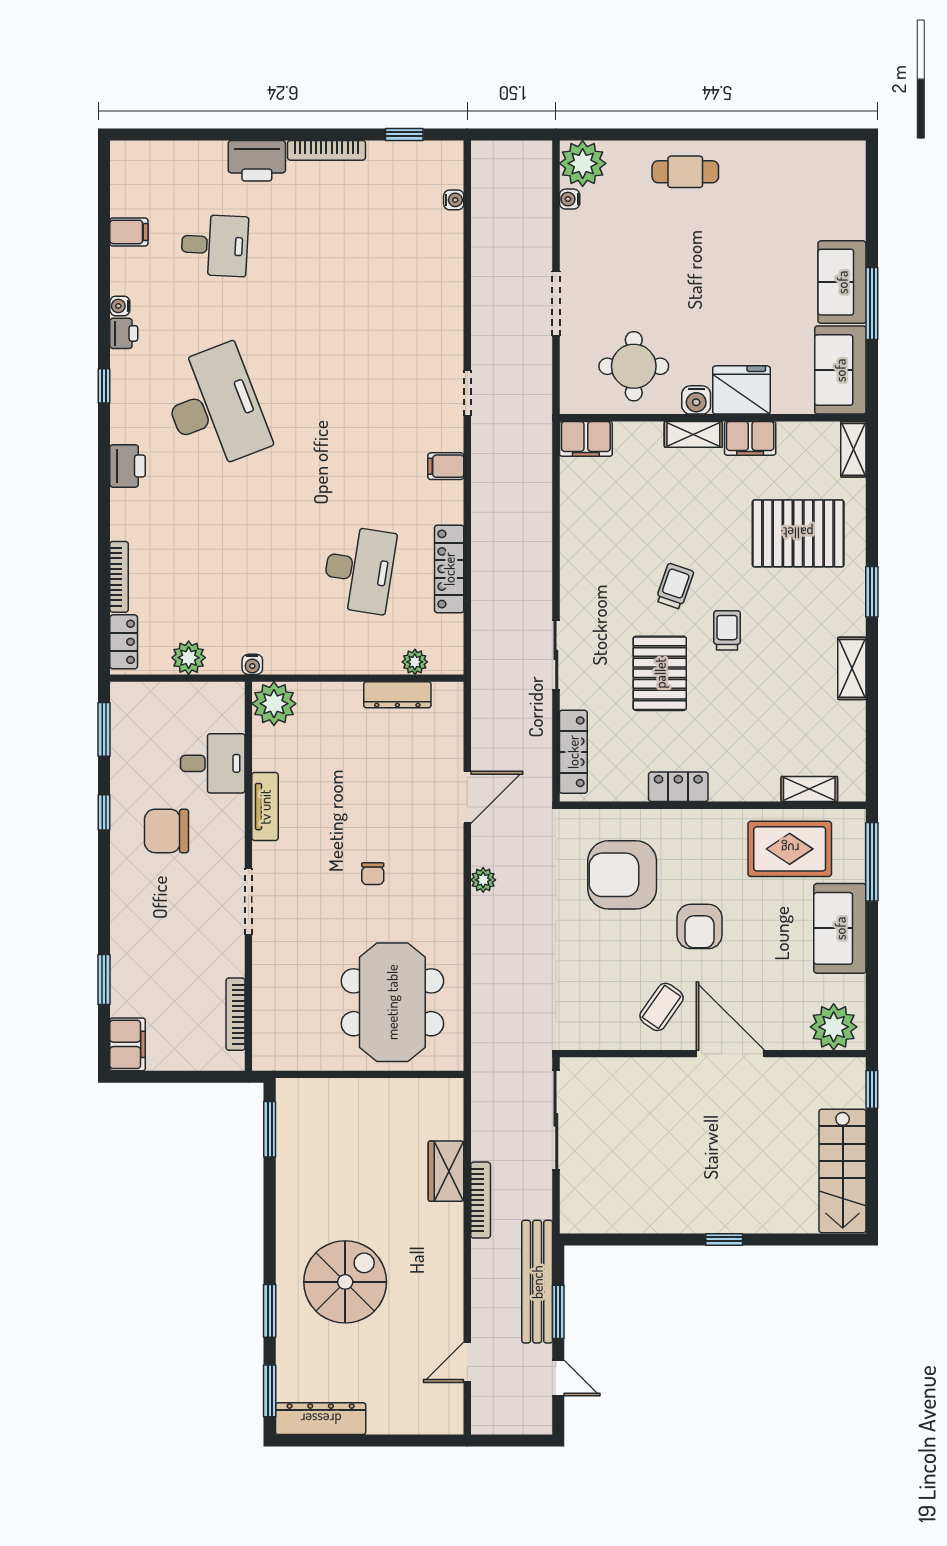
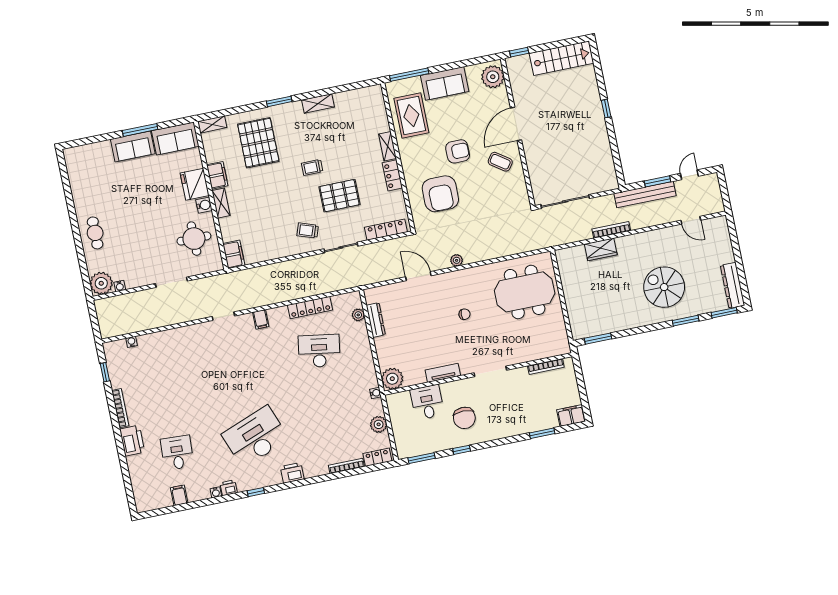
trolley: (675, 586) -> (308, 230), moved
shelving: (809, 789) -> (388, 146), moved

